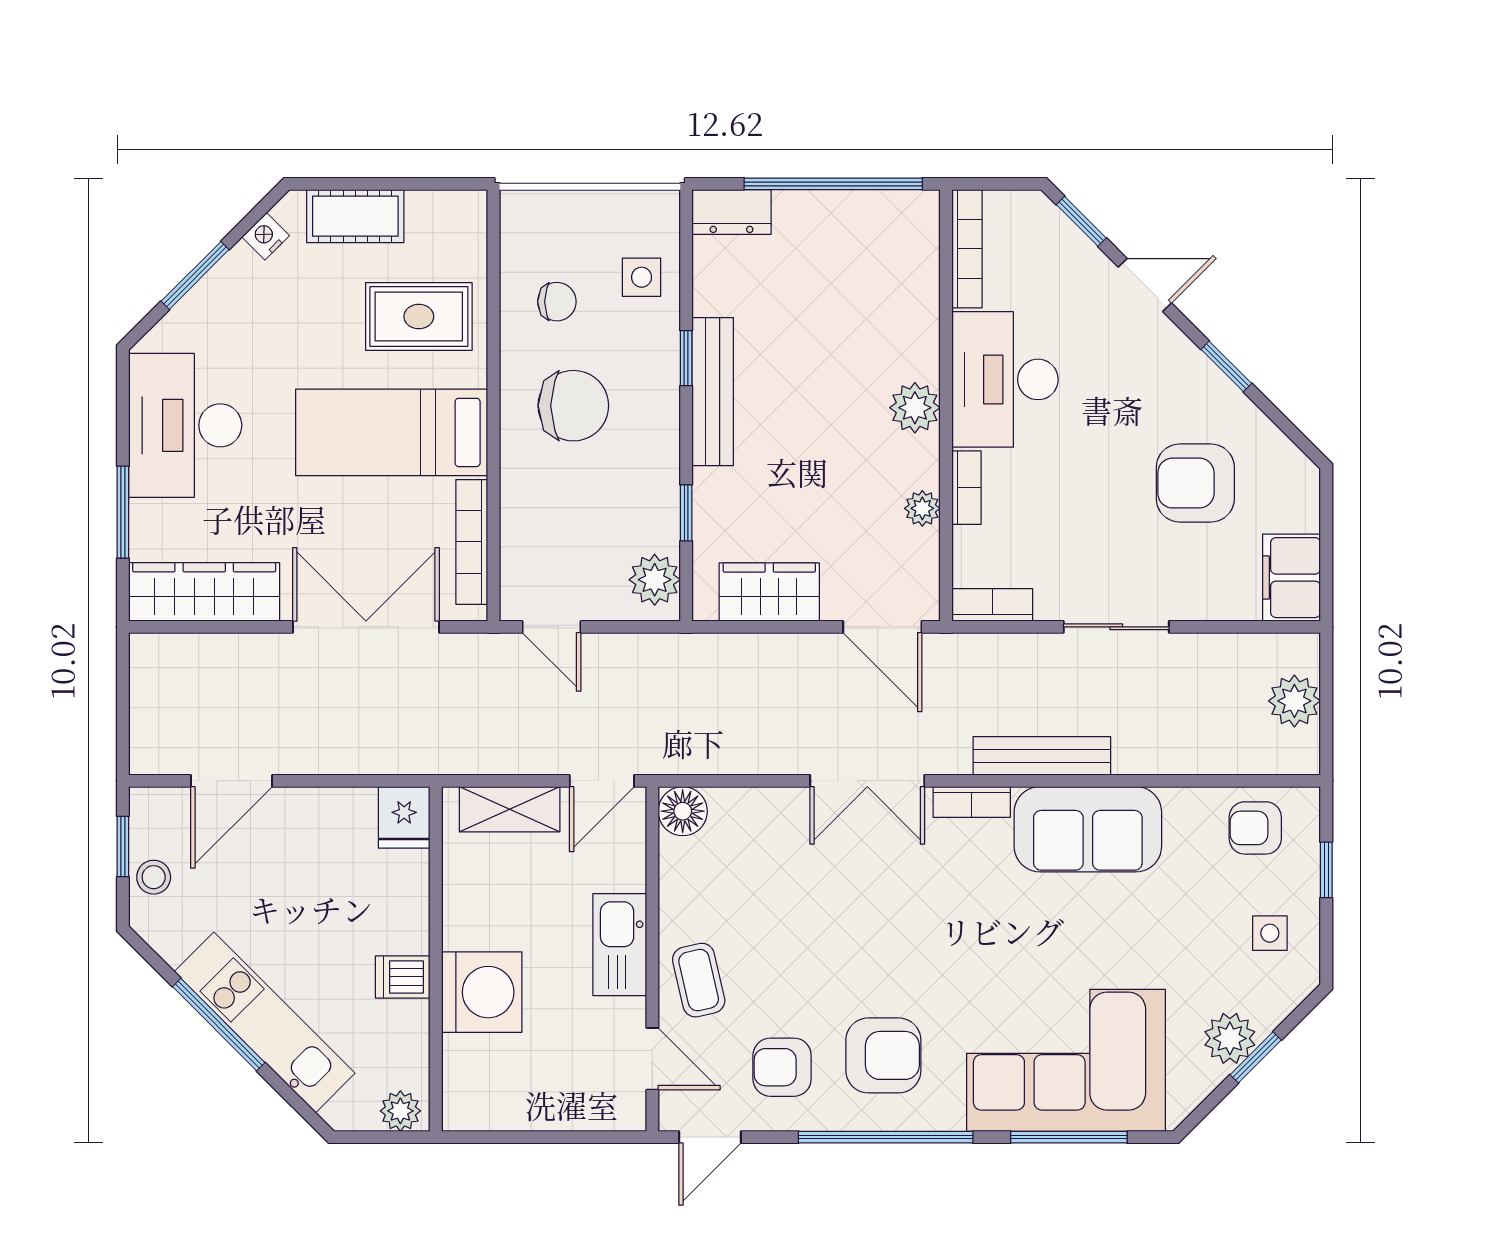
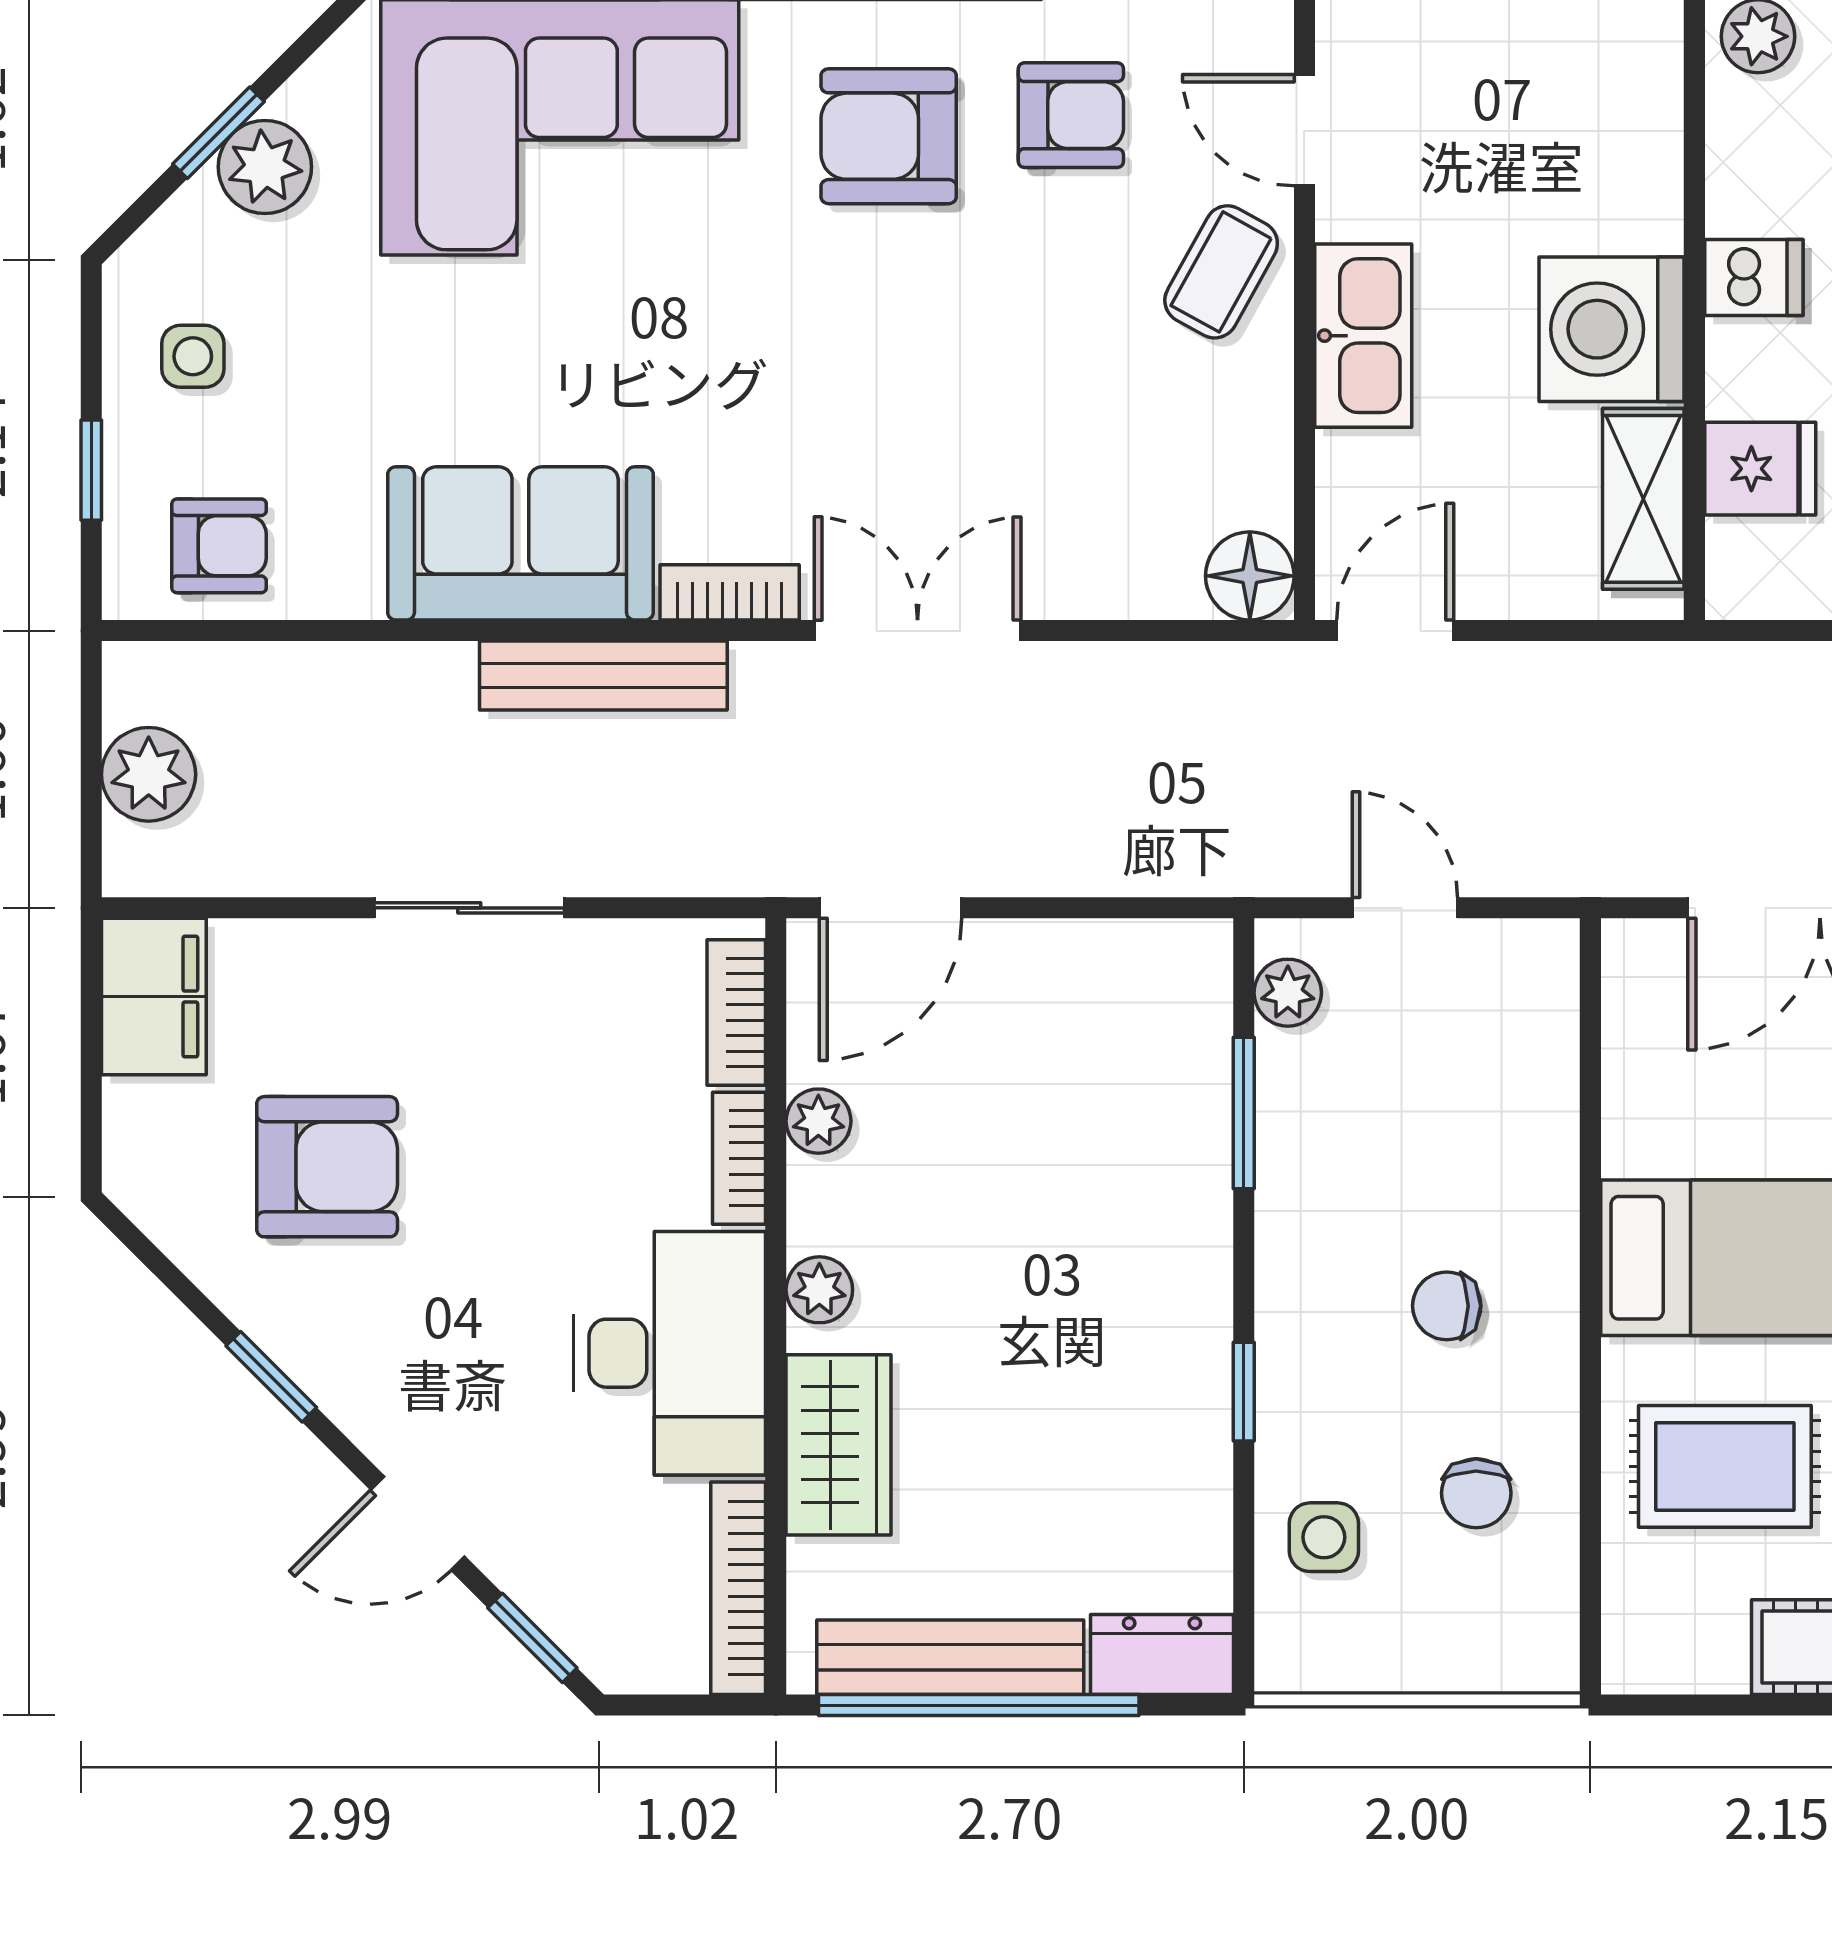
chair: (557, 302) -> (1476, 1493), turned -90
bench: (713, 392) -> (950, 1657), moved, turned 90
chair: (573, 406) -> (1447, 1306), width x0.54, depth x0.54
plant: (915, 408) -> (819, 1290), width x0.73, depth x0.73
window: (686, 513) -> (1244, 1113), width x1.50
bookcase: (472, 542) -> (1630, 1061), removed
plant: (655, 580) -> (1288, 993), width x0.73, depth x0.73
wardrobe: (769, 592) -> (839, 1445), moved, turned -90
bookcase: (992, 605) -> (736, 1012), moved, turned 90
door: (551, 627) -> (1405, 908), moved
door: (882, 627) -> (890, 908), swing flipped
shelving: (510, 809) -> (1643, 499), moved, turned 90
fridge: (404, 817) -> (1760, 469), moved, turned 90
coffee table: (699, 980) -> (1221, 272), turned 42
washing machine: (482, 992) -> (1612, 329), moved

